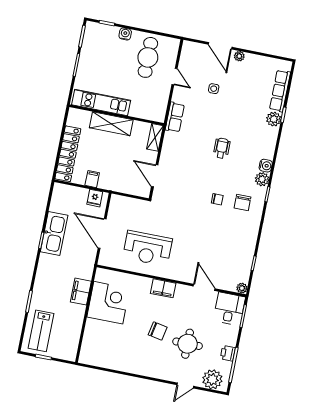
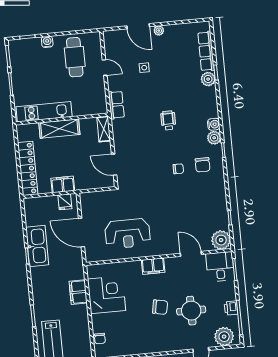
filing cabinet: (92, 179) -> (63, 184), width x2.00
plant: (242, 288) -> (221, 240), width x1.88, depth x1.88
chair: (88, 344) -> (100, 338), added

